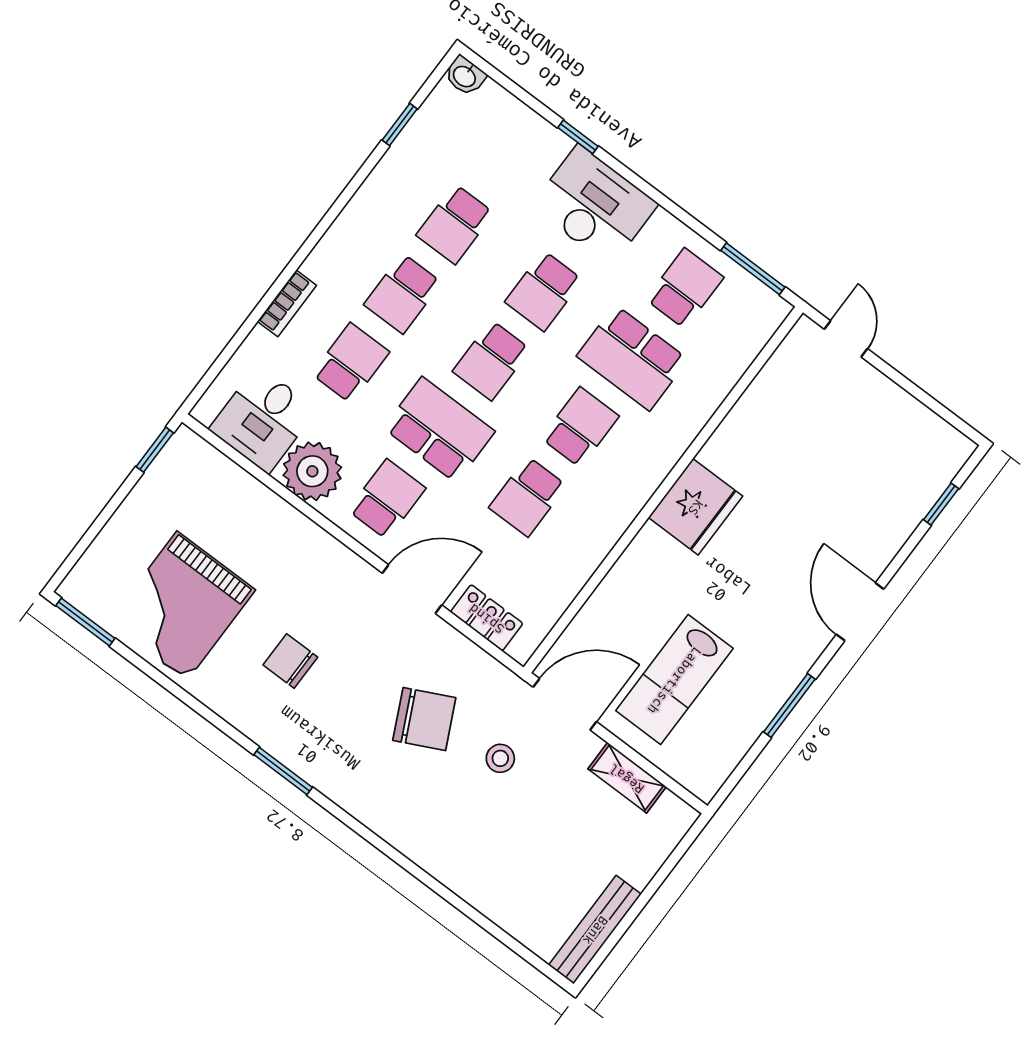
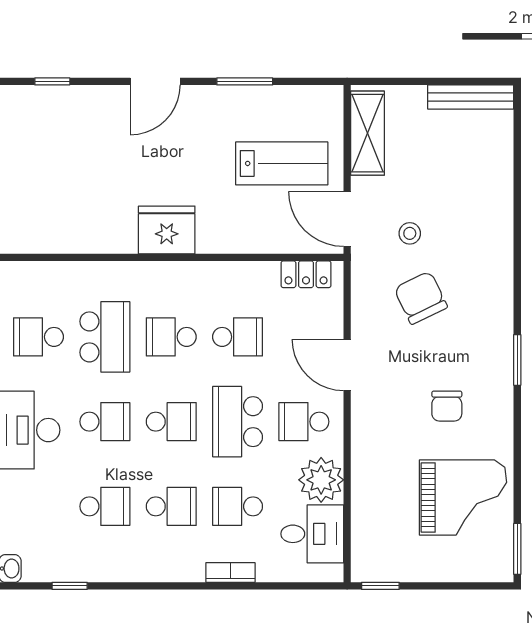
locker: (487, 618) -> (306, 274), moved, turned -90
shelving: (627, 778) -> (368, 133), width x1.50, depth x1.33

